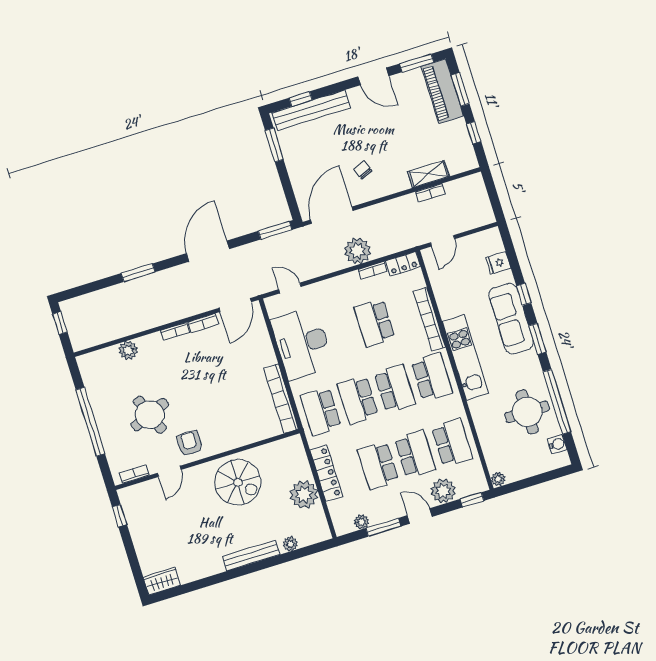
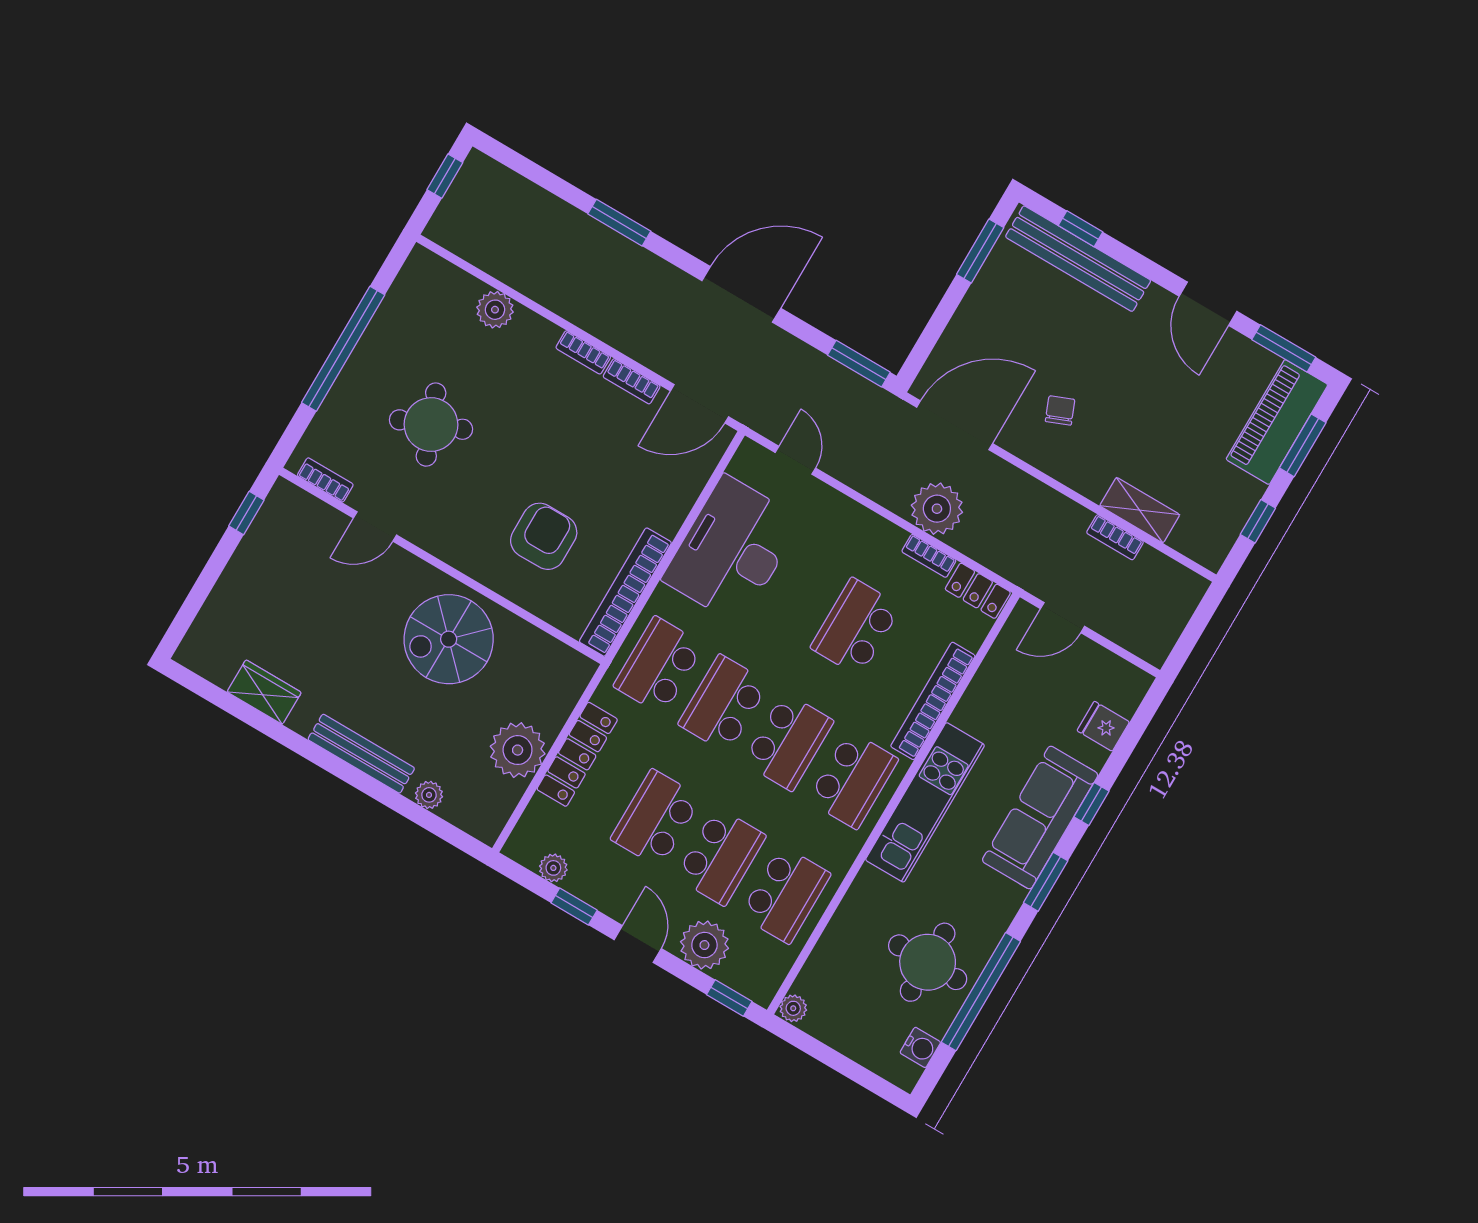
armchair: (190, 443) -> (544, 536), moved, width x1.38, depth x1.38
spiral stairs: (238, 482) -> (449, 639), turned 90
window: (383, 527) -> (574, 907), width x0.67
wardrobe: (162, 581) -> (264, 692), moved

